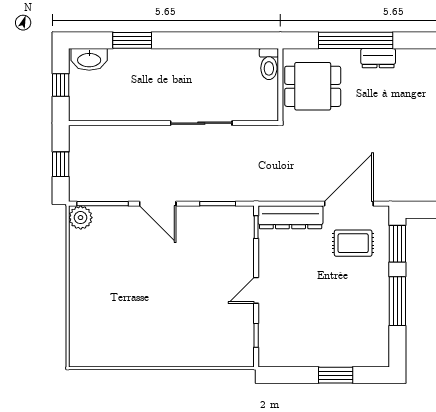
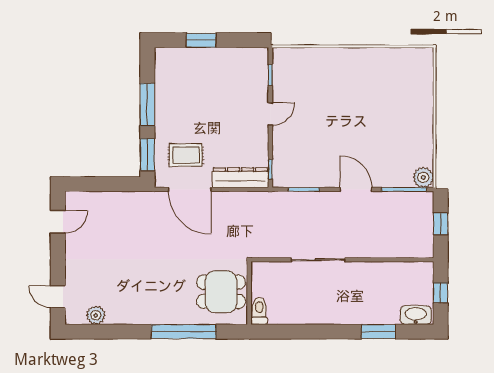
dresser: (378, 58) -> (164, 316), removed
door: (349, 204) -> (190, 189), hinge flipped

